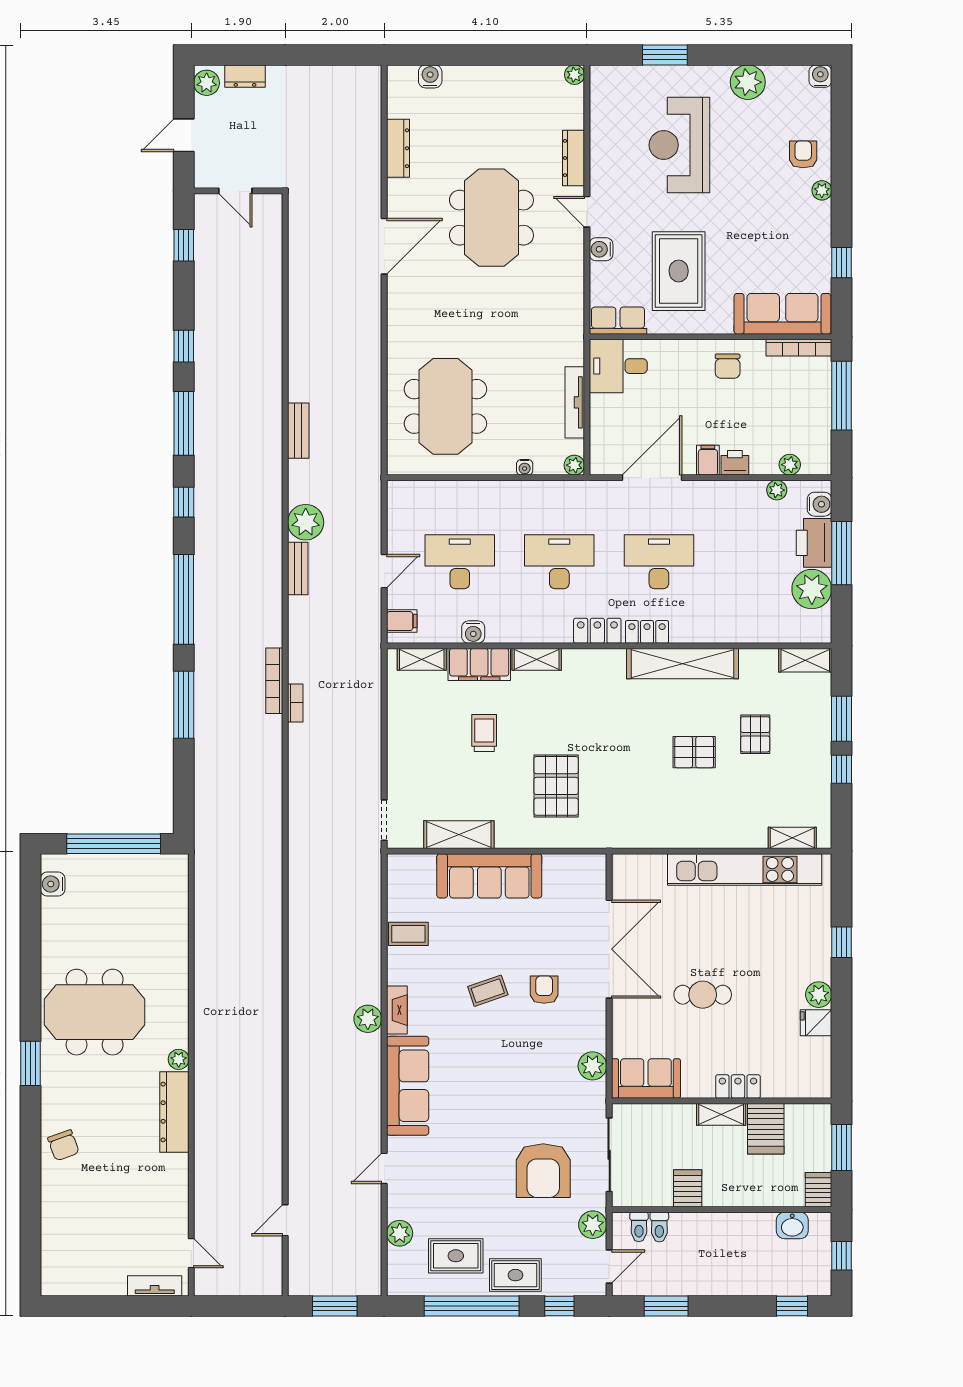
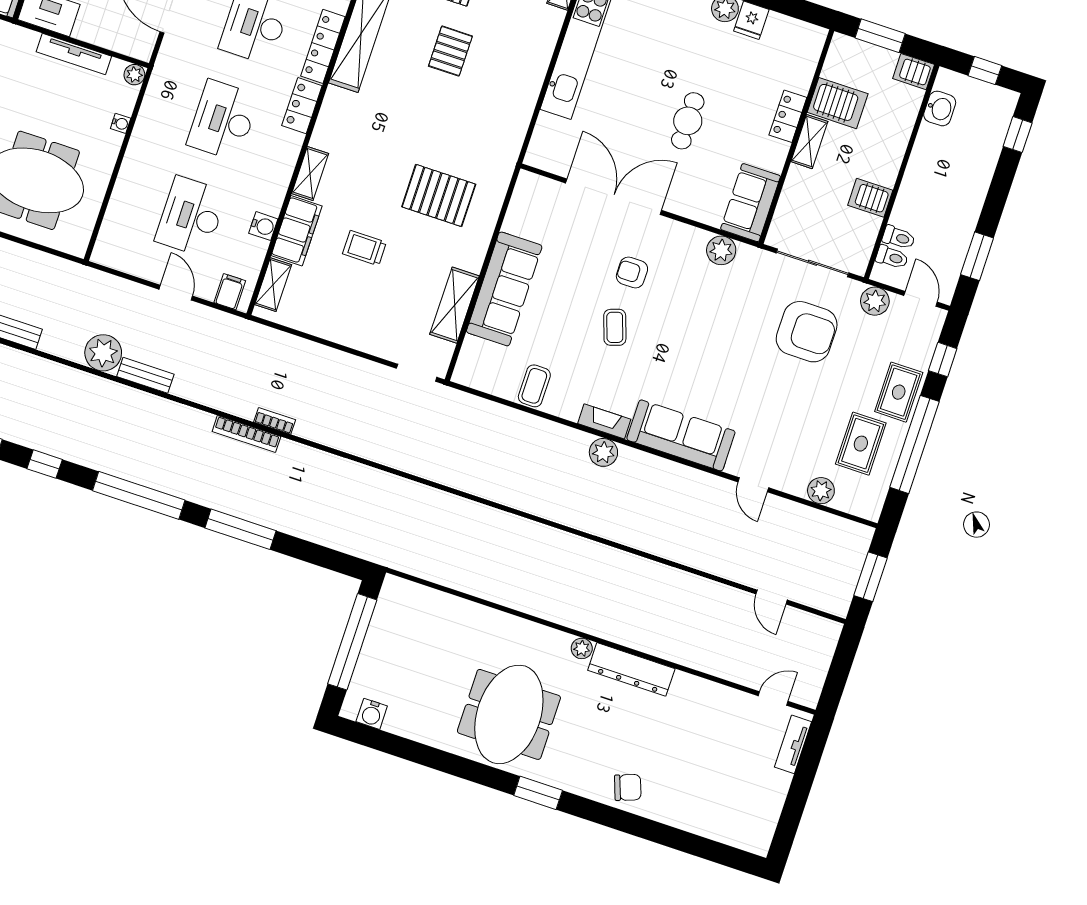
locker: (647, 632) -> (323, 46), width x1.53

